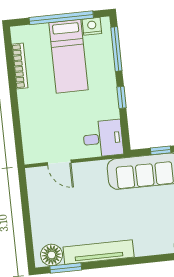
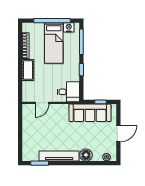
cot: (29, 108) -> (28, 70), added
door: (59, 163) -> (42, 103), hinge flipped
floor lamp: (52, 255) -> (86, 155), moved

